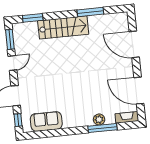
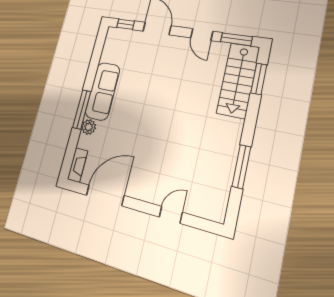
stairs: (63, 27) -> (238, 80), moved
door: (134, 44) -> (171, 215), width x0.53
sofa: (46, 121) -> (103, 91), moved, width x1.36
window: (102, 128) -> (82, 109), moved

